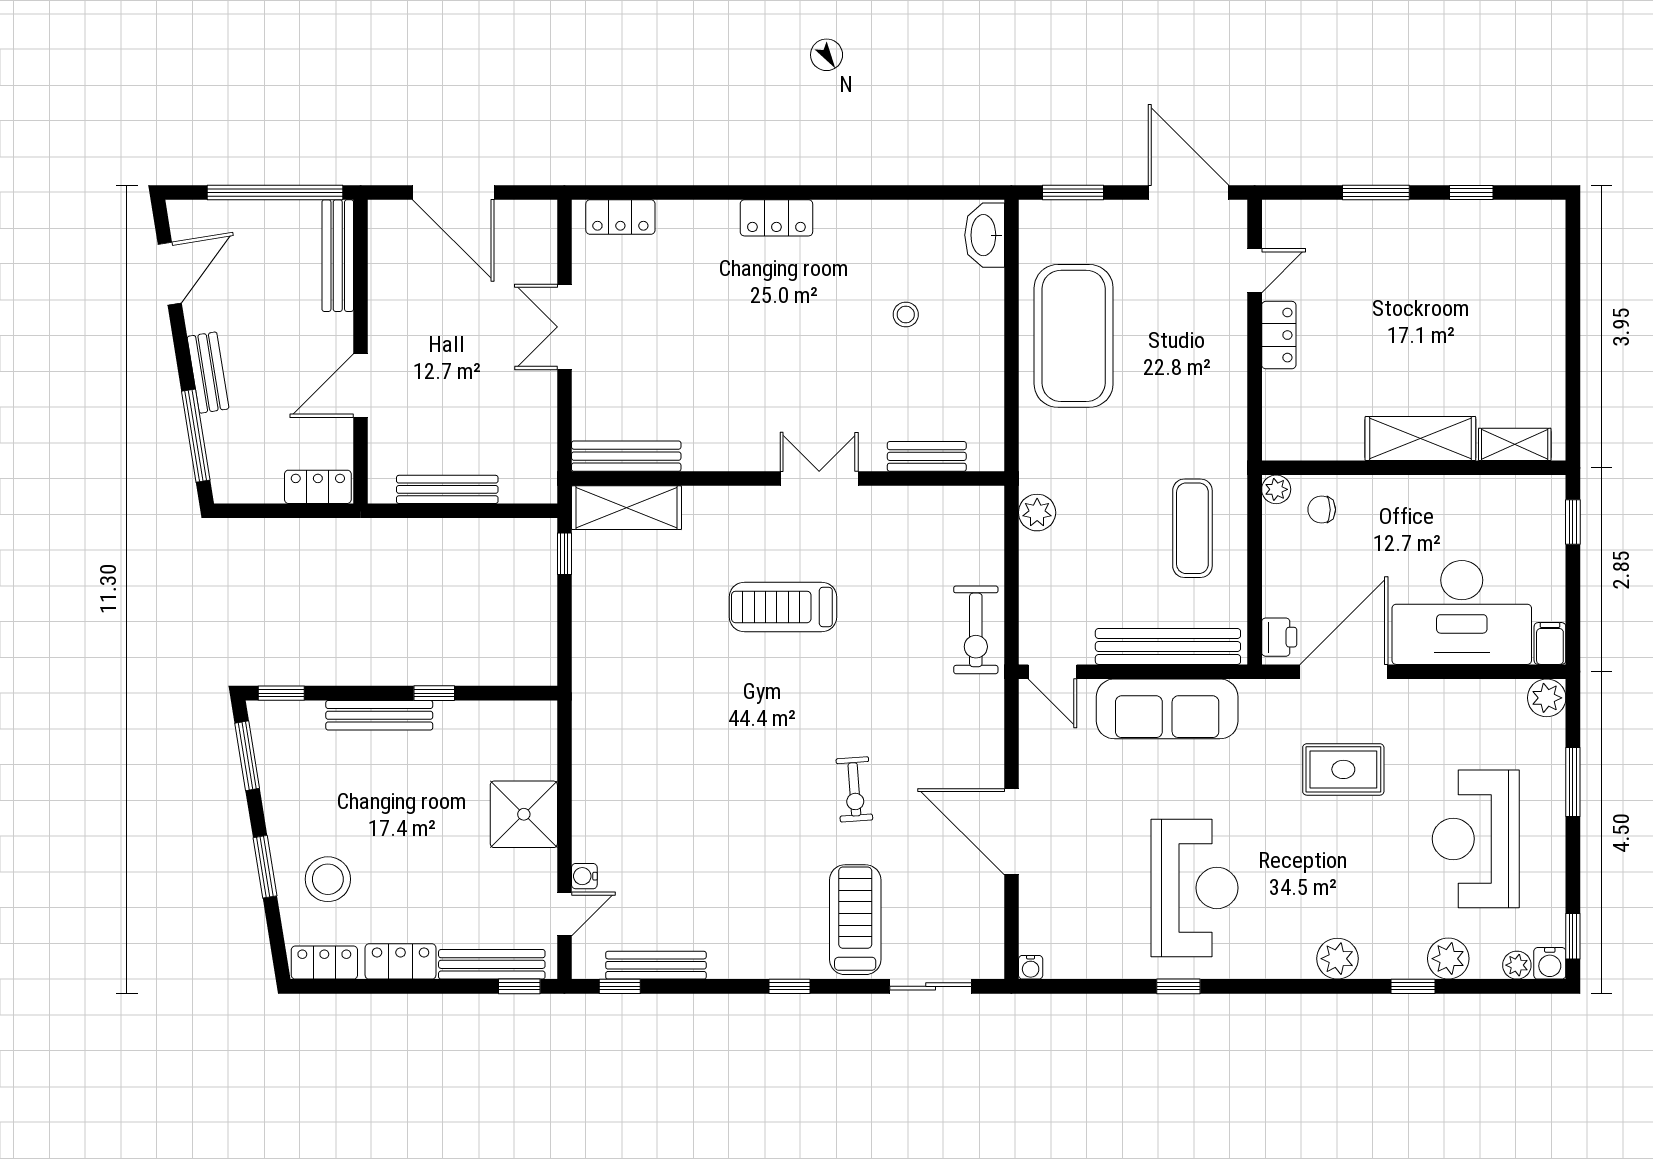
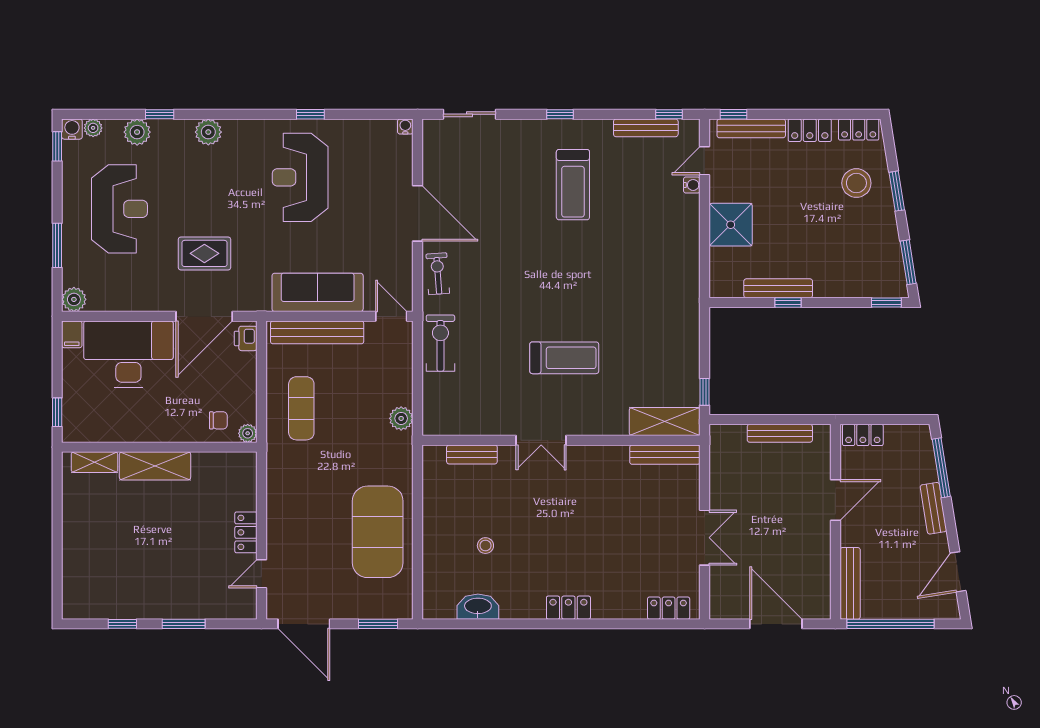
washbasin: (985, 235) -> (478, 607), moved, turned -90
bench: (379, 715) -> (778, 288), moved
exercise bike: (854, 789) -> (438, 274), moved
treadmill: (855, 920) -> (573, 185), moved

